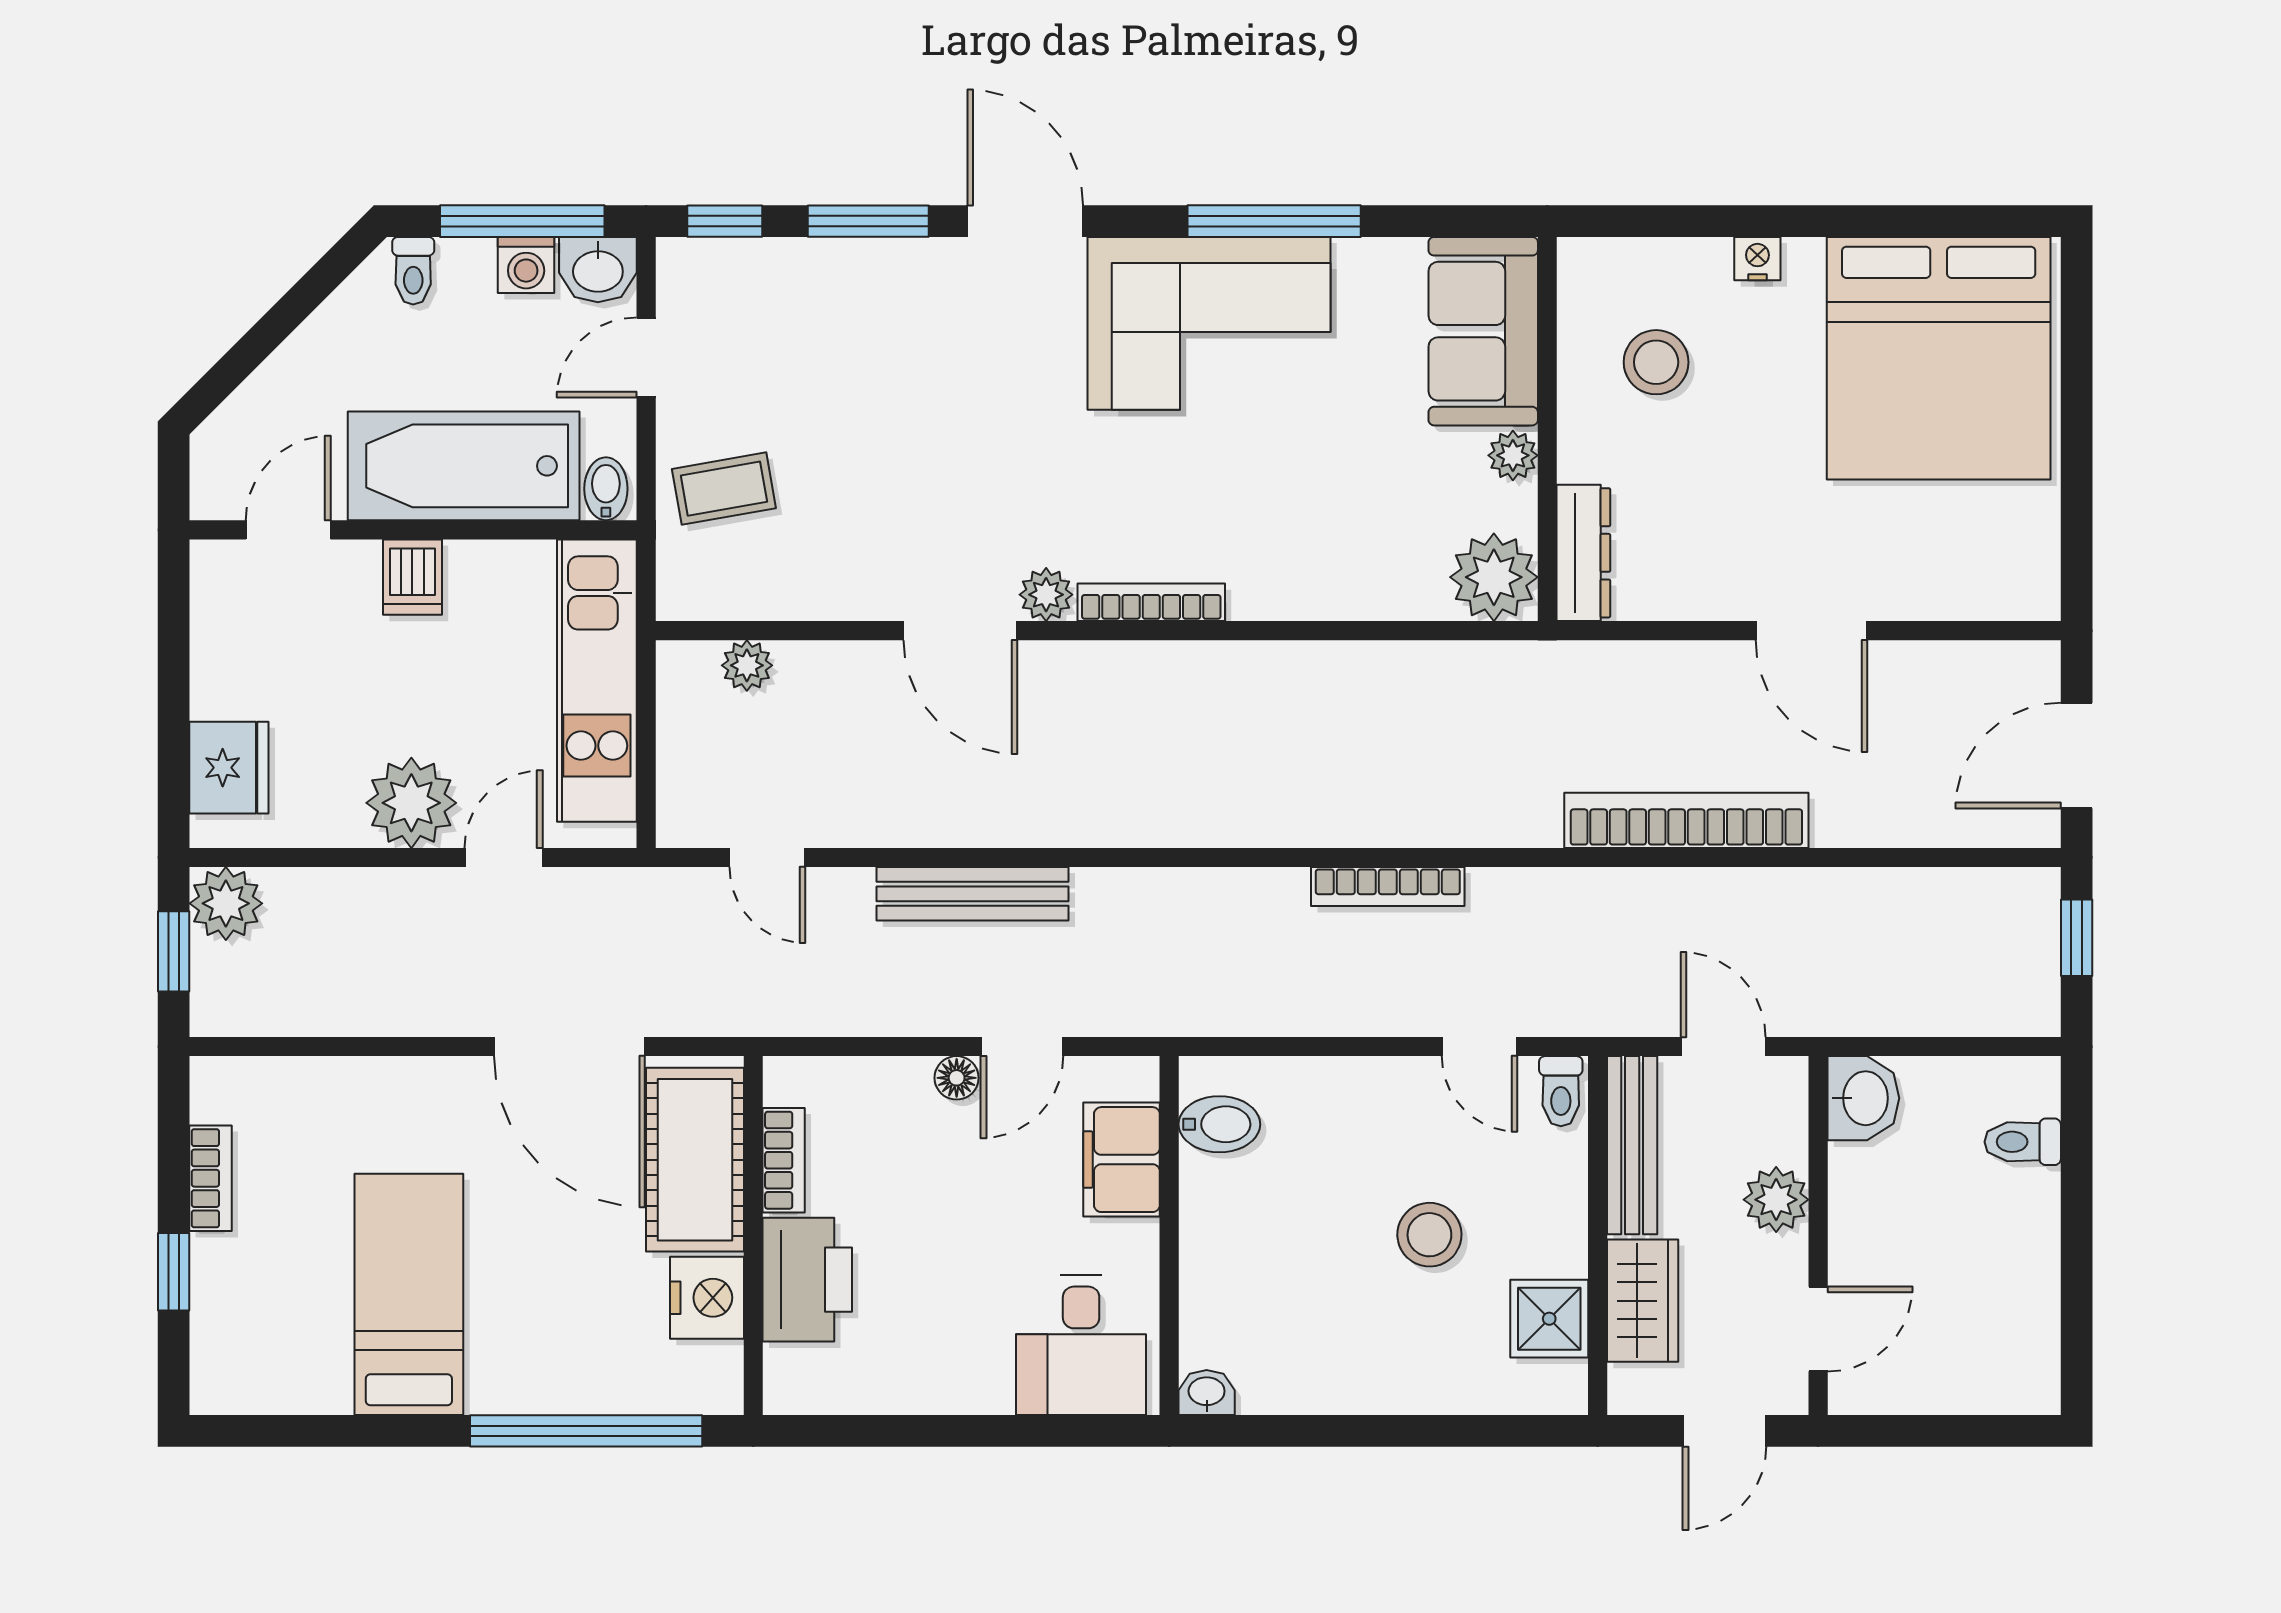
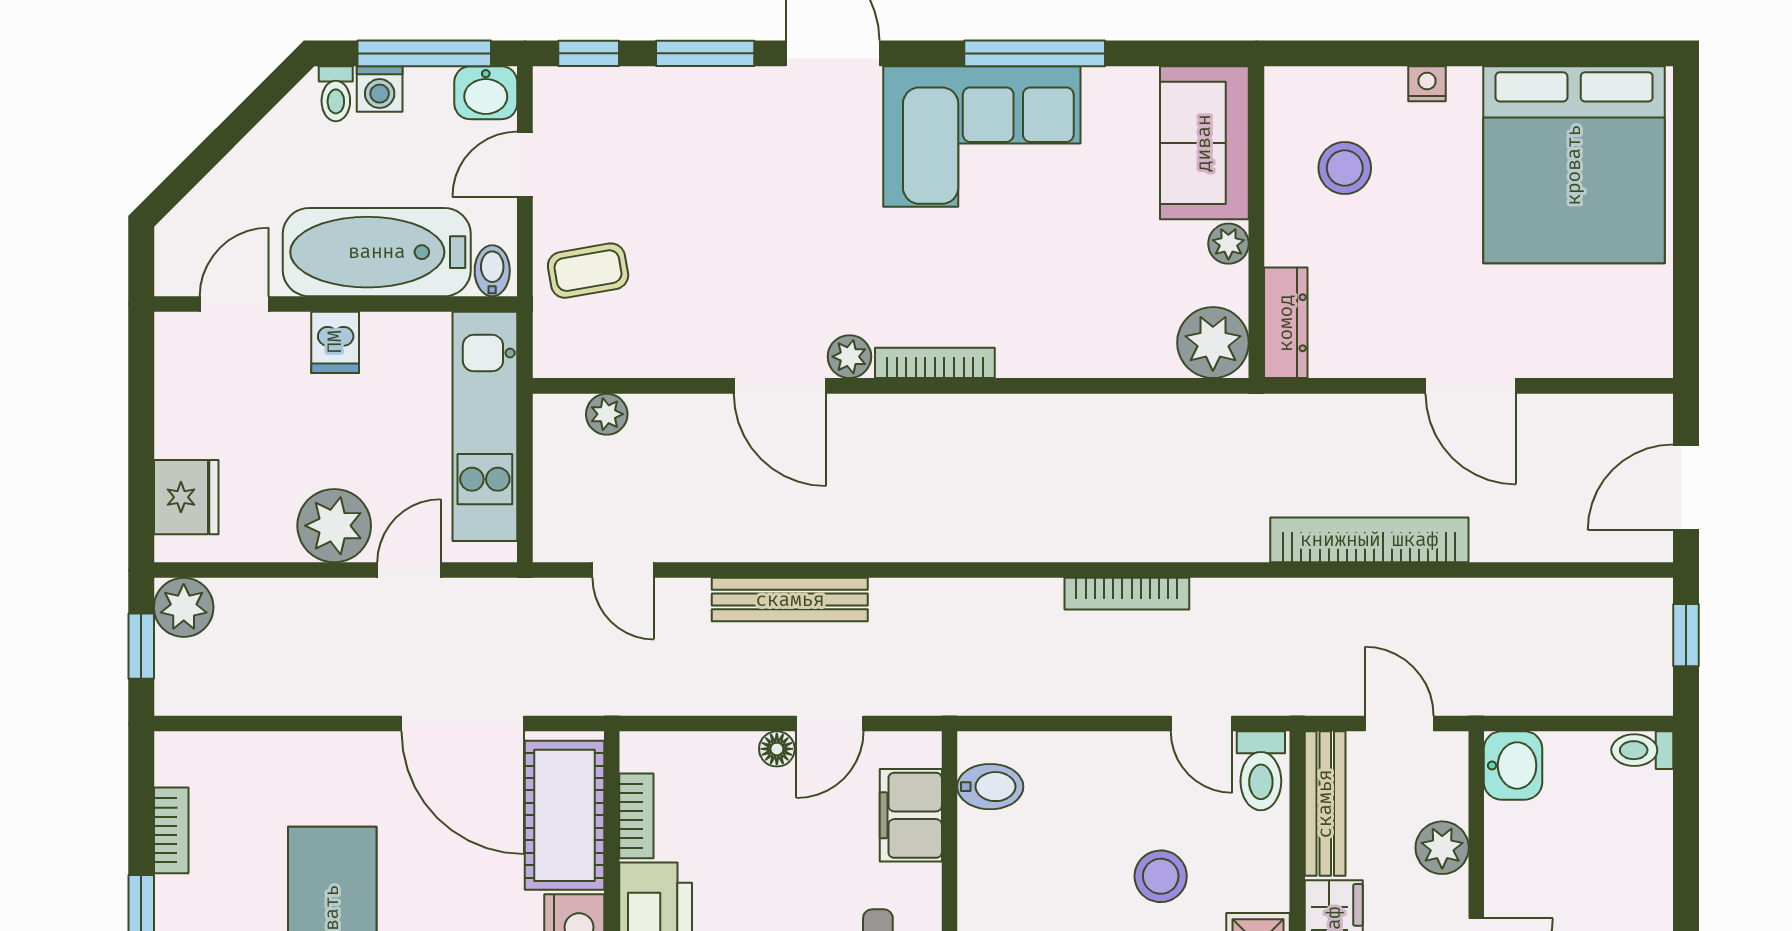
washing machine: (526, 265) -> (380, 89), moved
toilet: (1561, 1091) -> (1261, 771), width x1.37, depth x1.39
toilet: (2023, 1142) -> (1642, 750), moved

